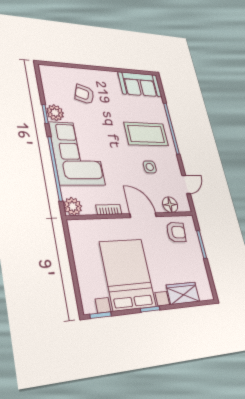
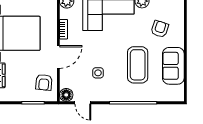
sofa: (140, 84) -> (173, 66), moved
coffee table: (146, 134) -> (138, 65), moved
floor lamp: (170, 205) -> (66, 95), moved

